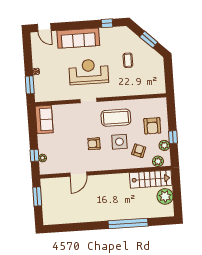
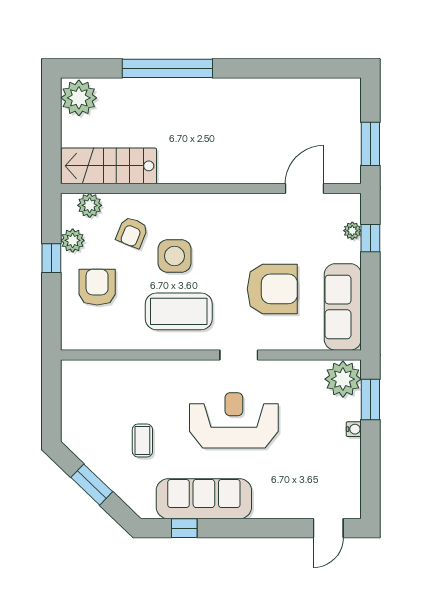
door: (44, 28) -> (328, 528), swing flipped
sofa: (78, 38) -> (204, 499), moved
reception desk: (89, 72) -> (234, 420), turned 180
plant: (42, 93) -> (343, 379), added
sofa: (44, 119) -> (343, 307), width x1.36
armchair: (94, 144) -> (272, 289), moved, width x1.88, depth x1.88
door: (78, 174) -> (305, 188), moved
plant: (165, 196) -> (79, 98), moved

